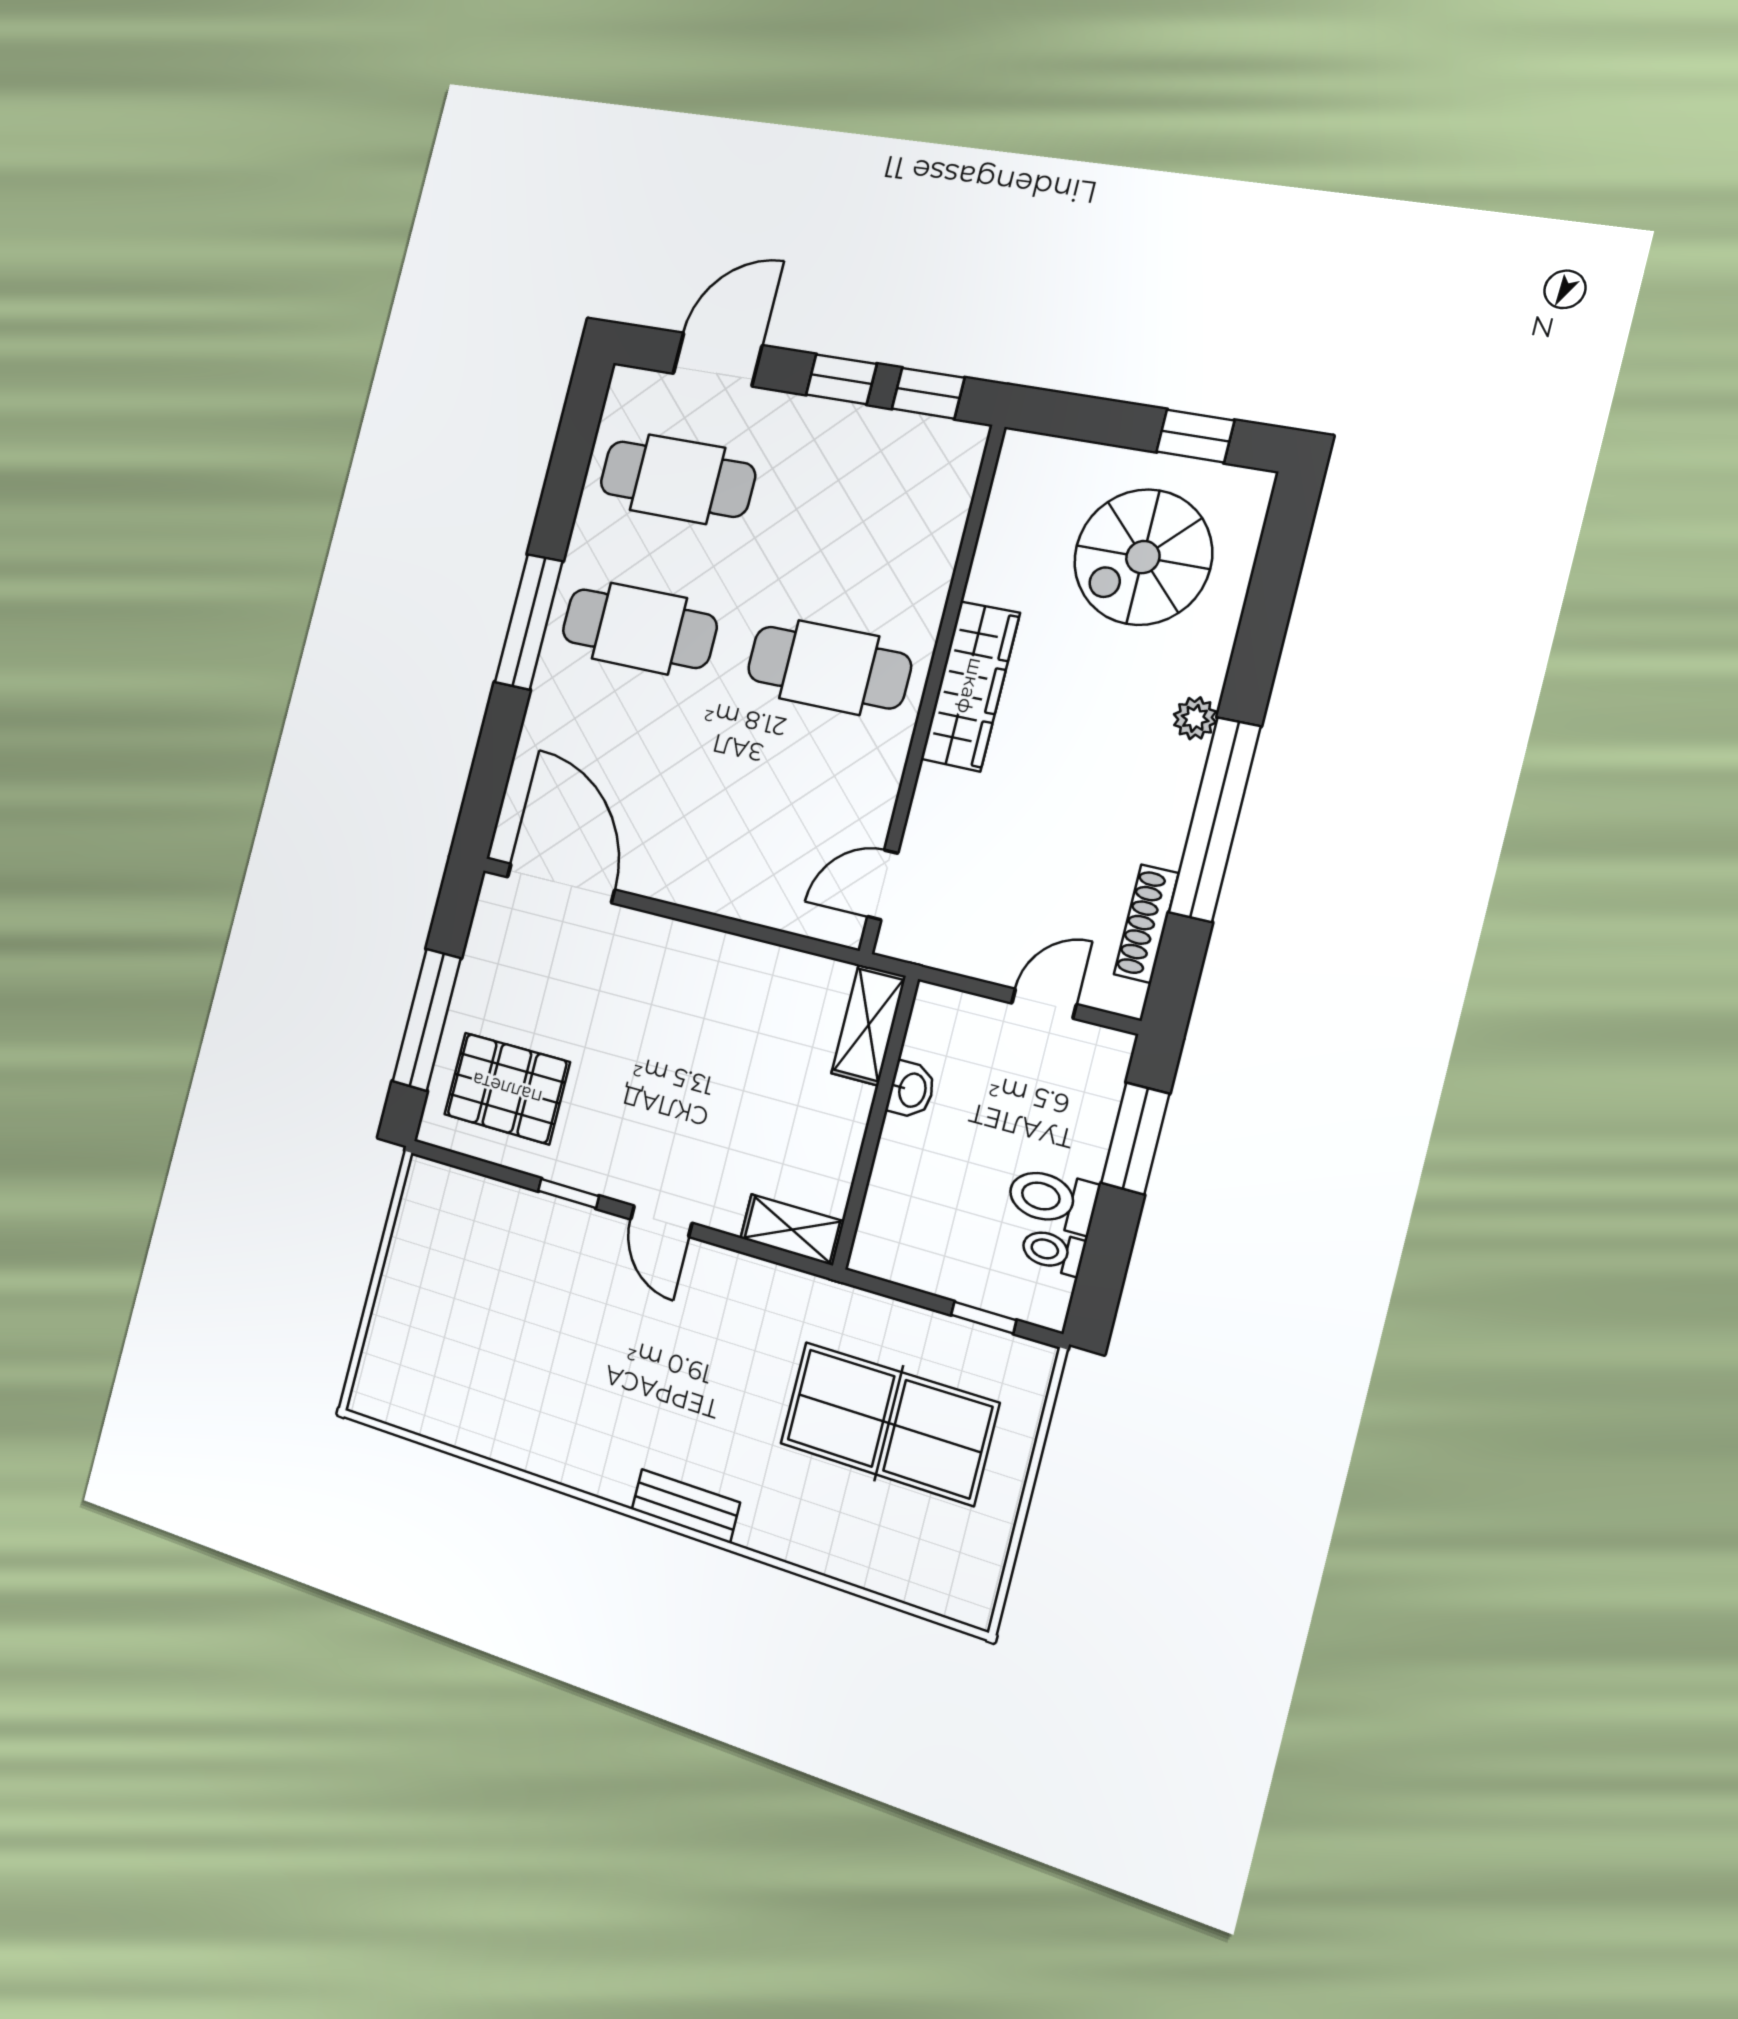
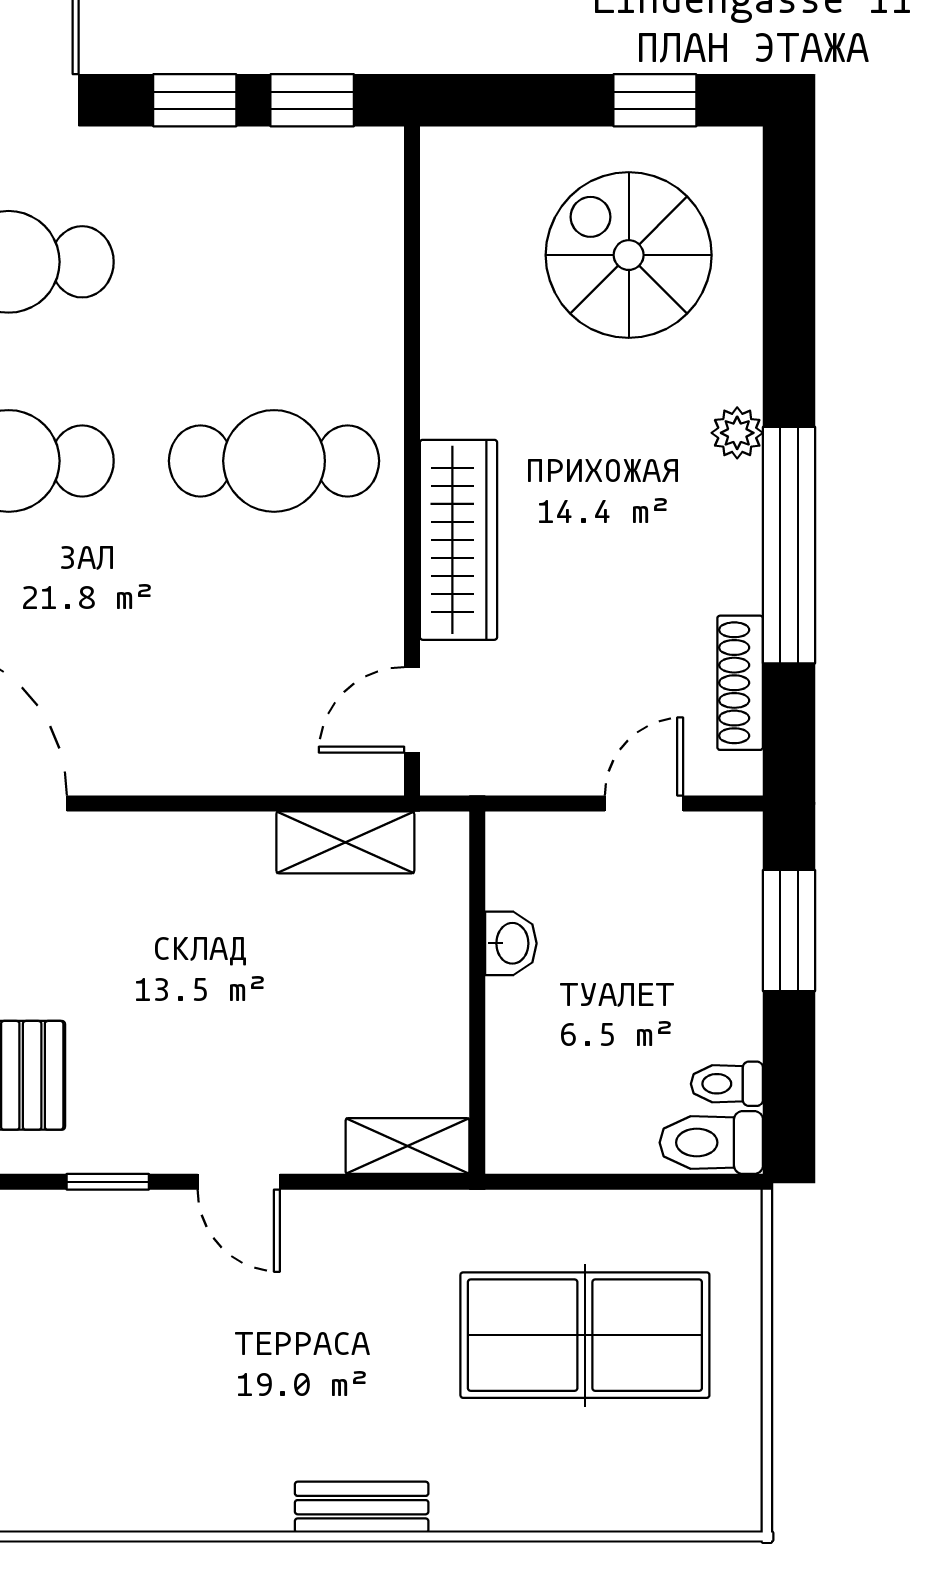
spiral stairs: (1143, 557) -> (629, 255), turned 90
wardrobe: (970, 686) -> (459, 540), moved
shelving: (869, 1025) -> (345, 842), moved, turned 90
toilet: (1052, 1199) -> (711, 1143), moved
window: (984, 1318) -> (666, 1182), removed

